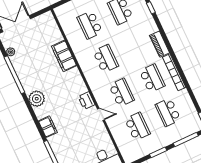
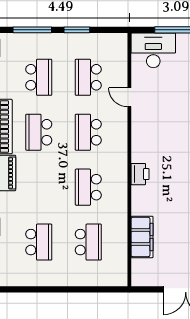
filing cabinet: (64, 56) -> (142, 237), moved
printer: (86, 101) -> (140, 174), moved
door: (101, 114) -> (129, 97), moved

